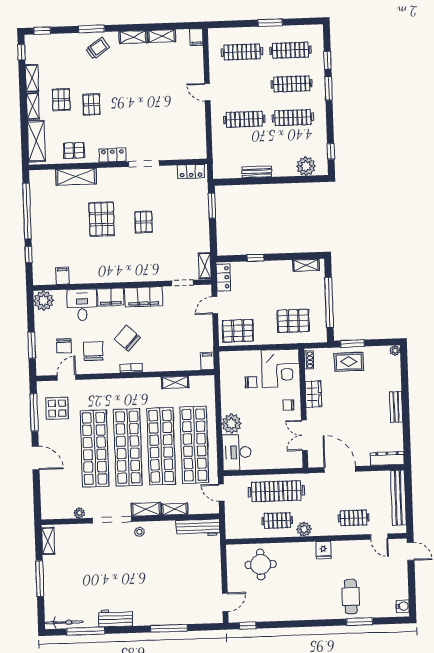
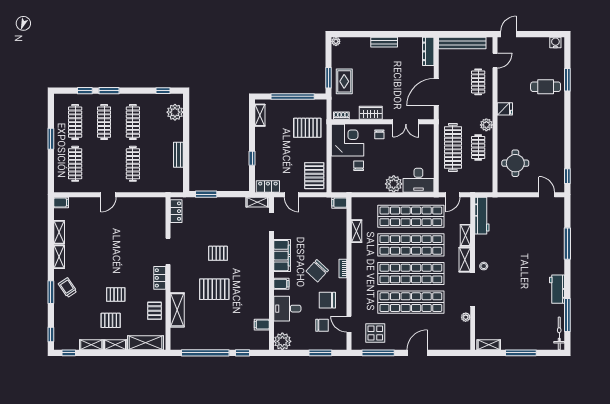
filing cabinet: (111, 297) -> (281, 284), width x0.50
pallet: (293, 321) -> (307, 128), turned 90

